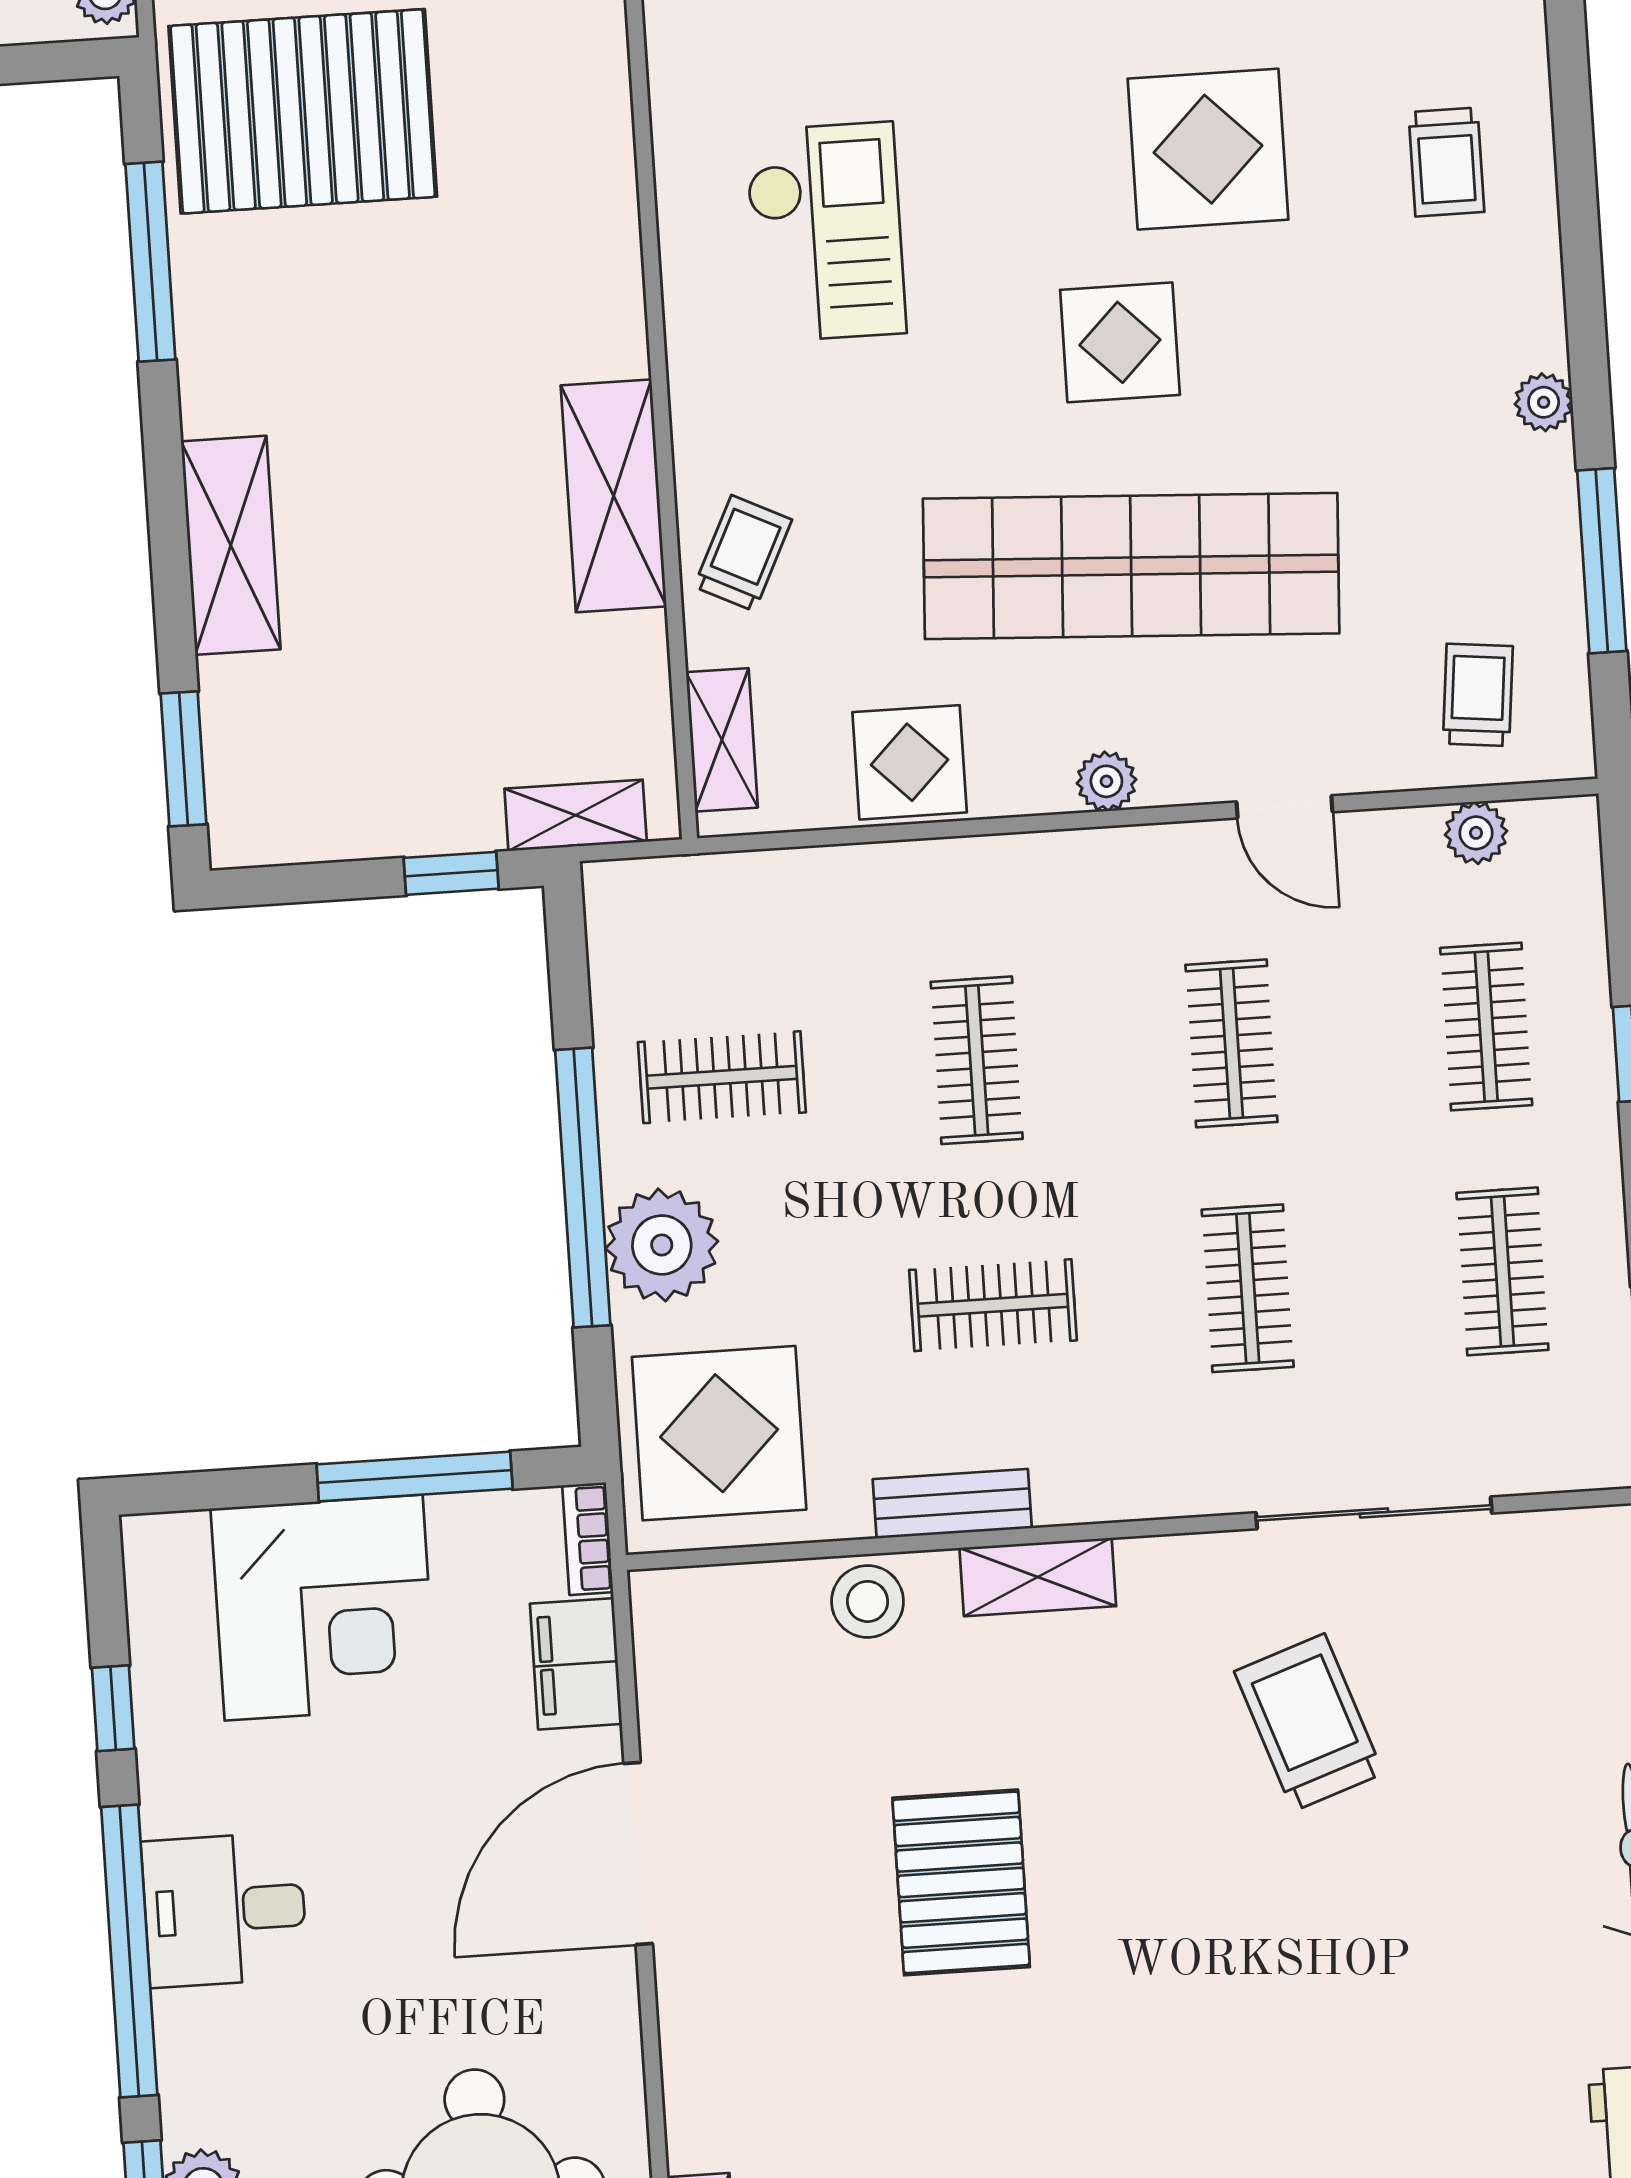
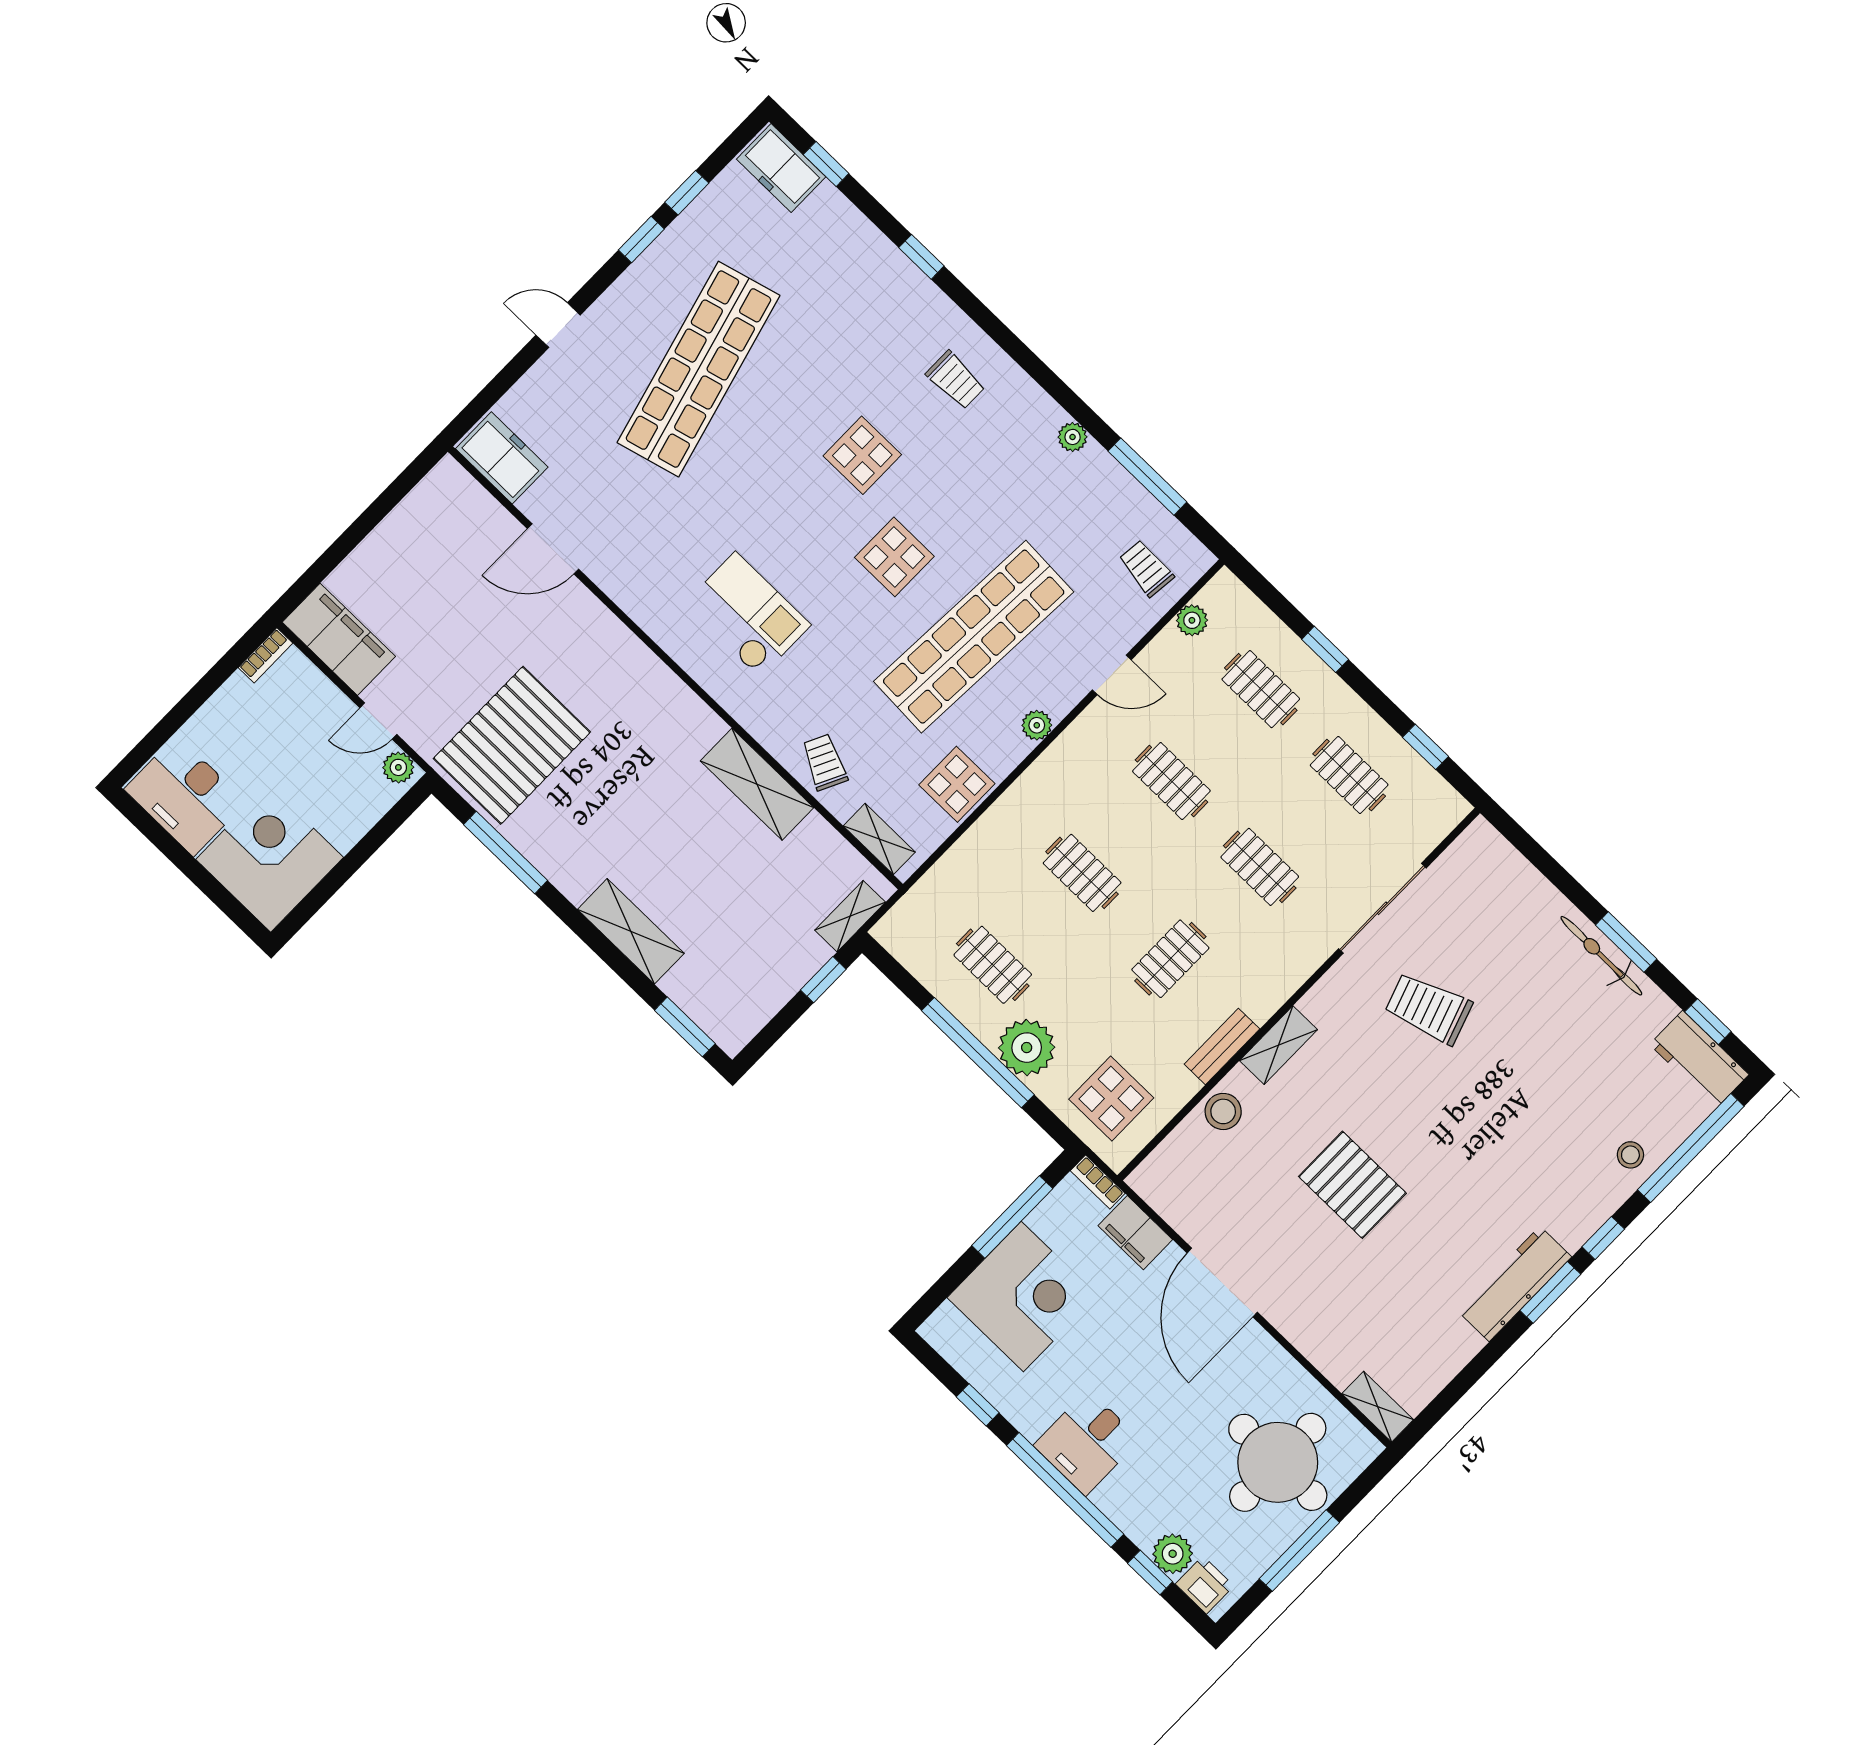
display table: (1208, 149) -> (862, 455), width x0.73, depth x0.73
clothes rail: (722, 1077) -> (993, 965), turned 90
display table: (719, 1433) -> (1111, 1099), width x0.73, depth x0.73

